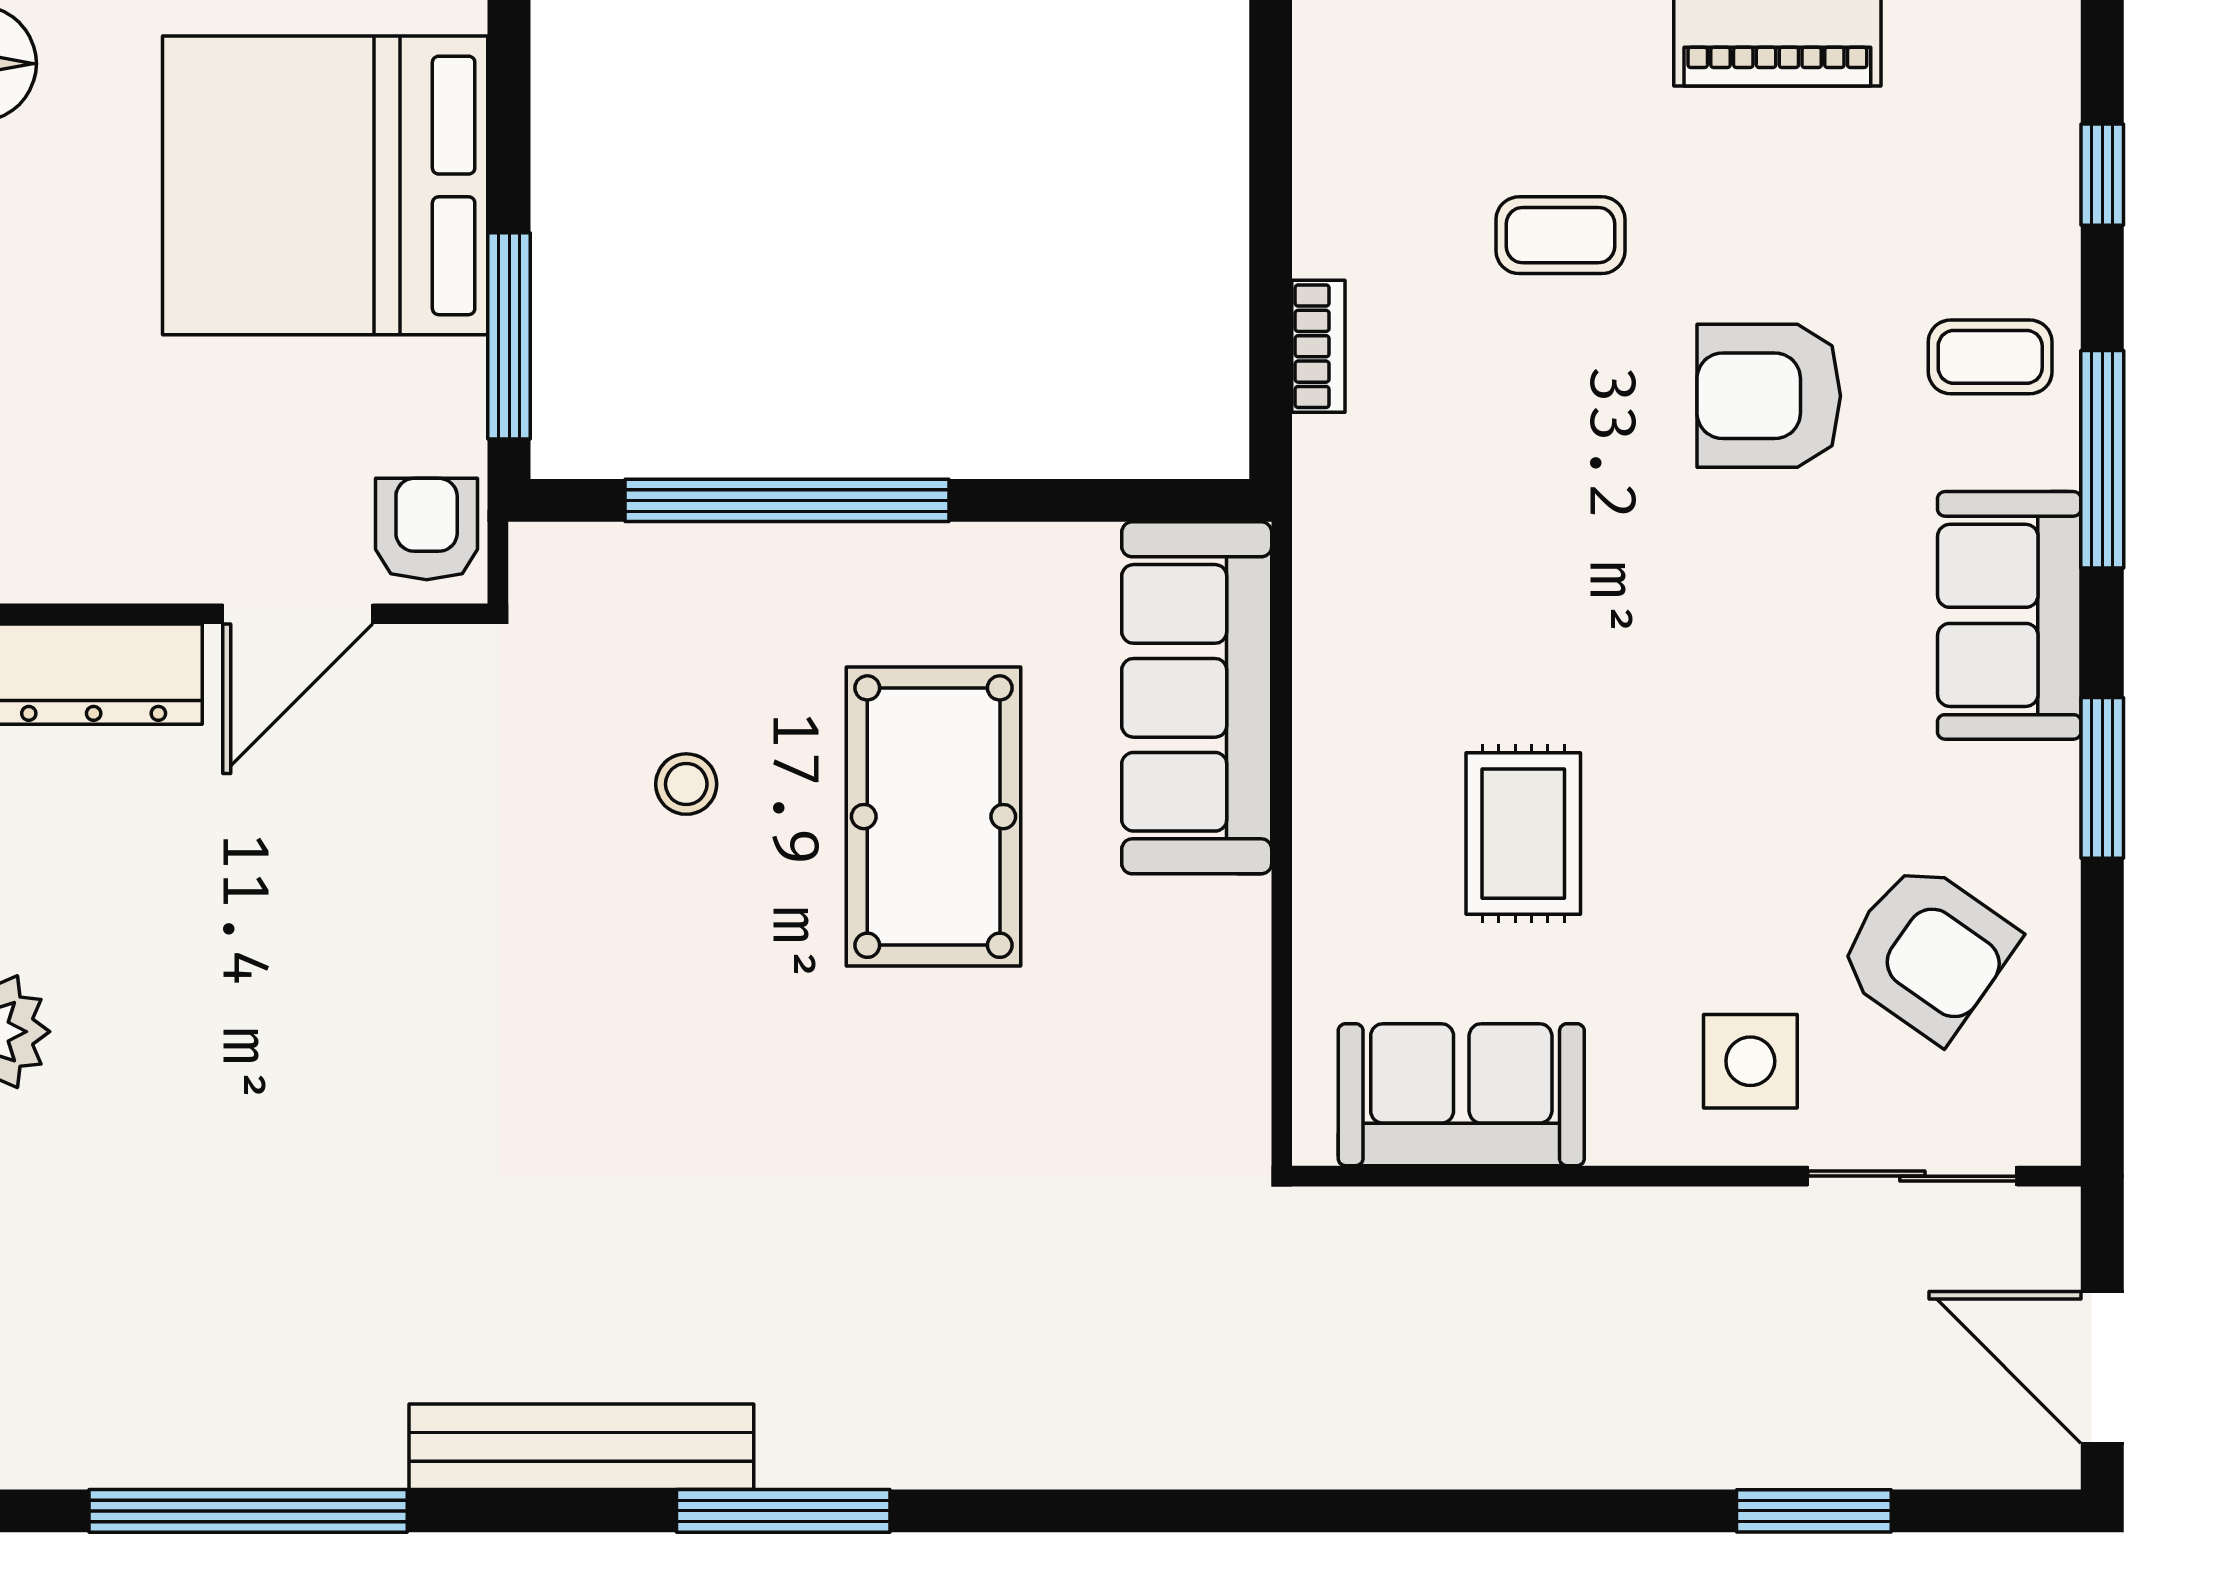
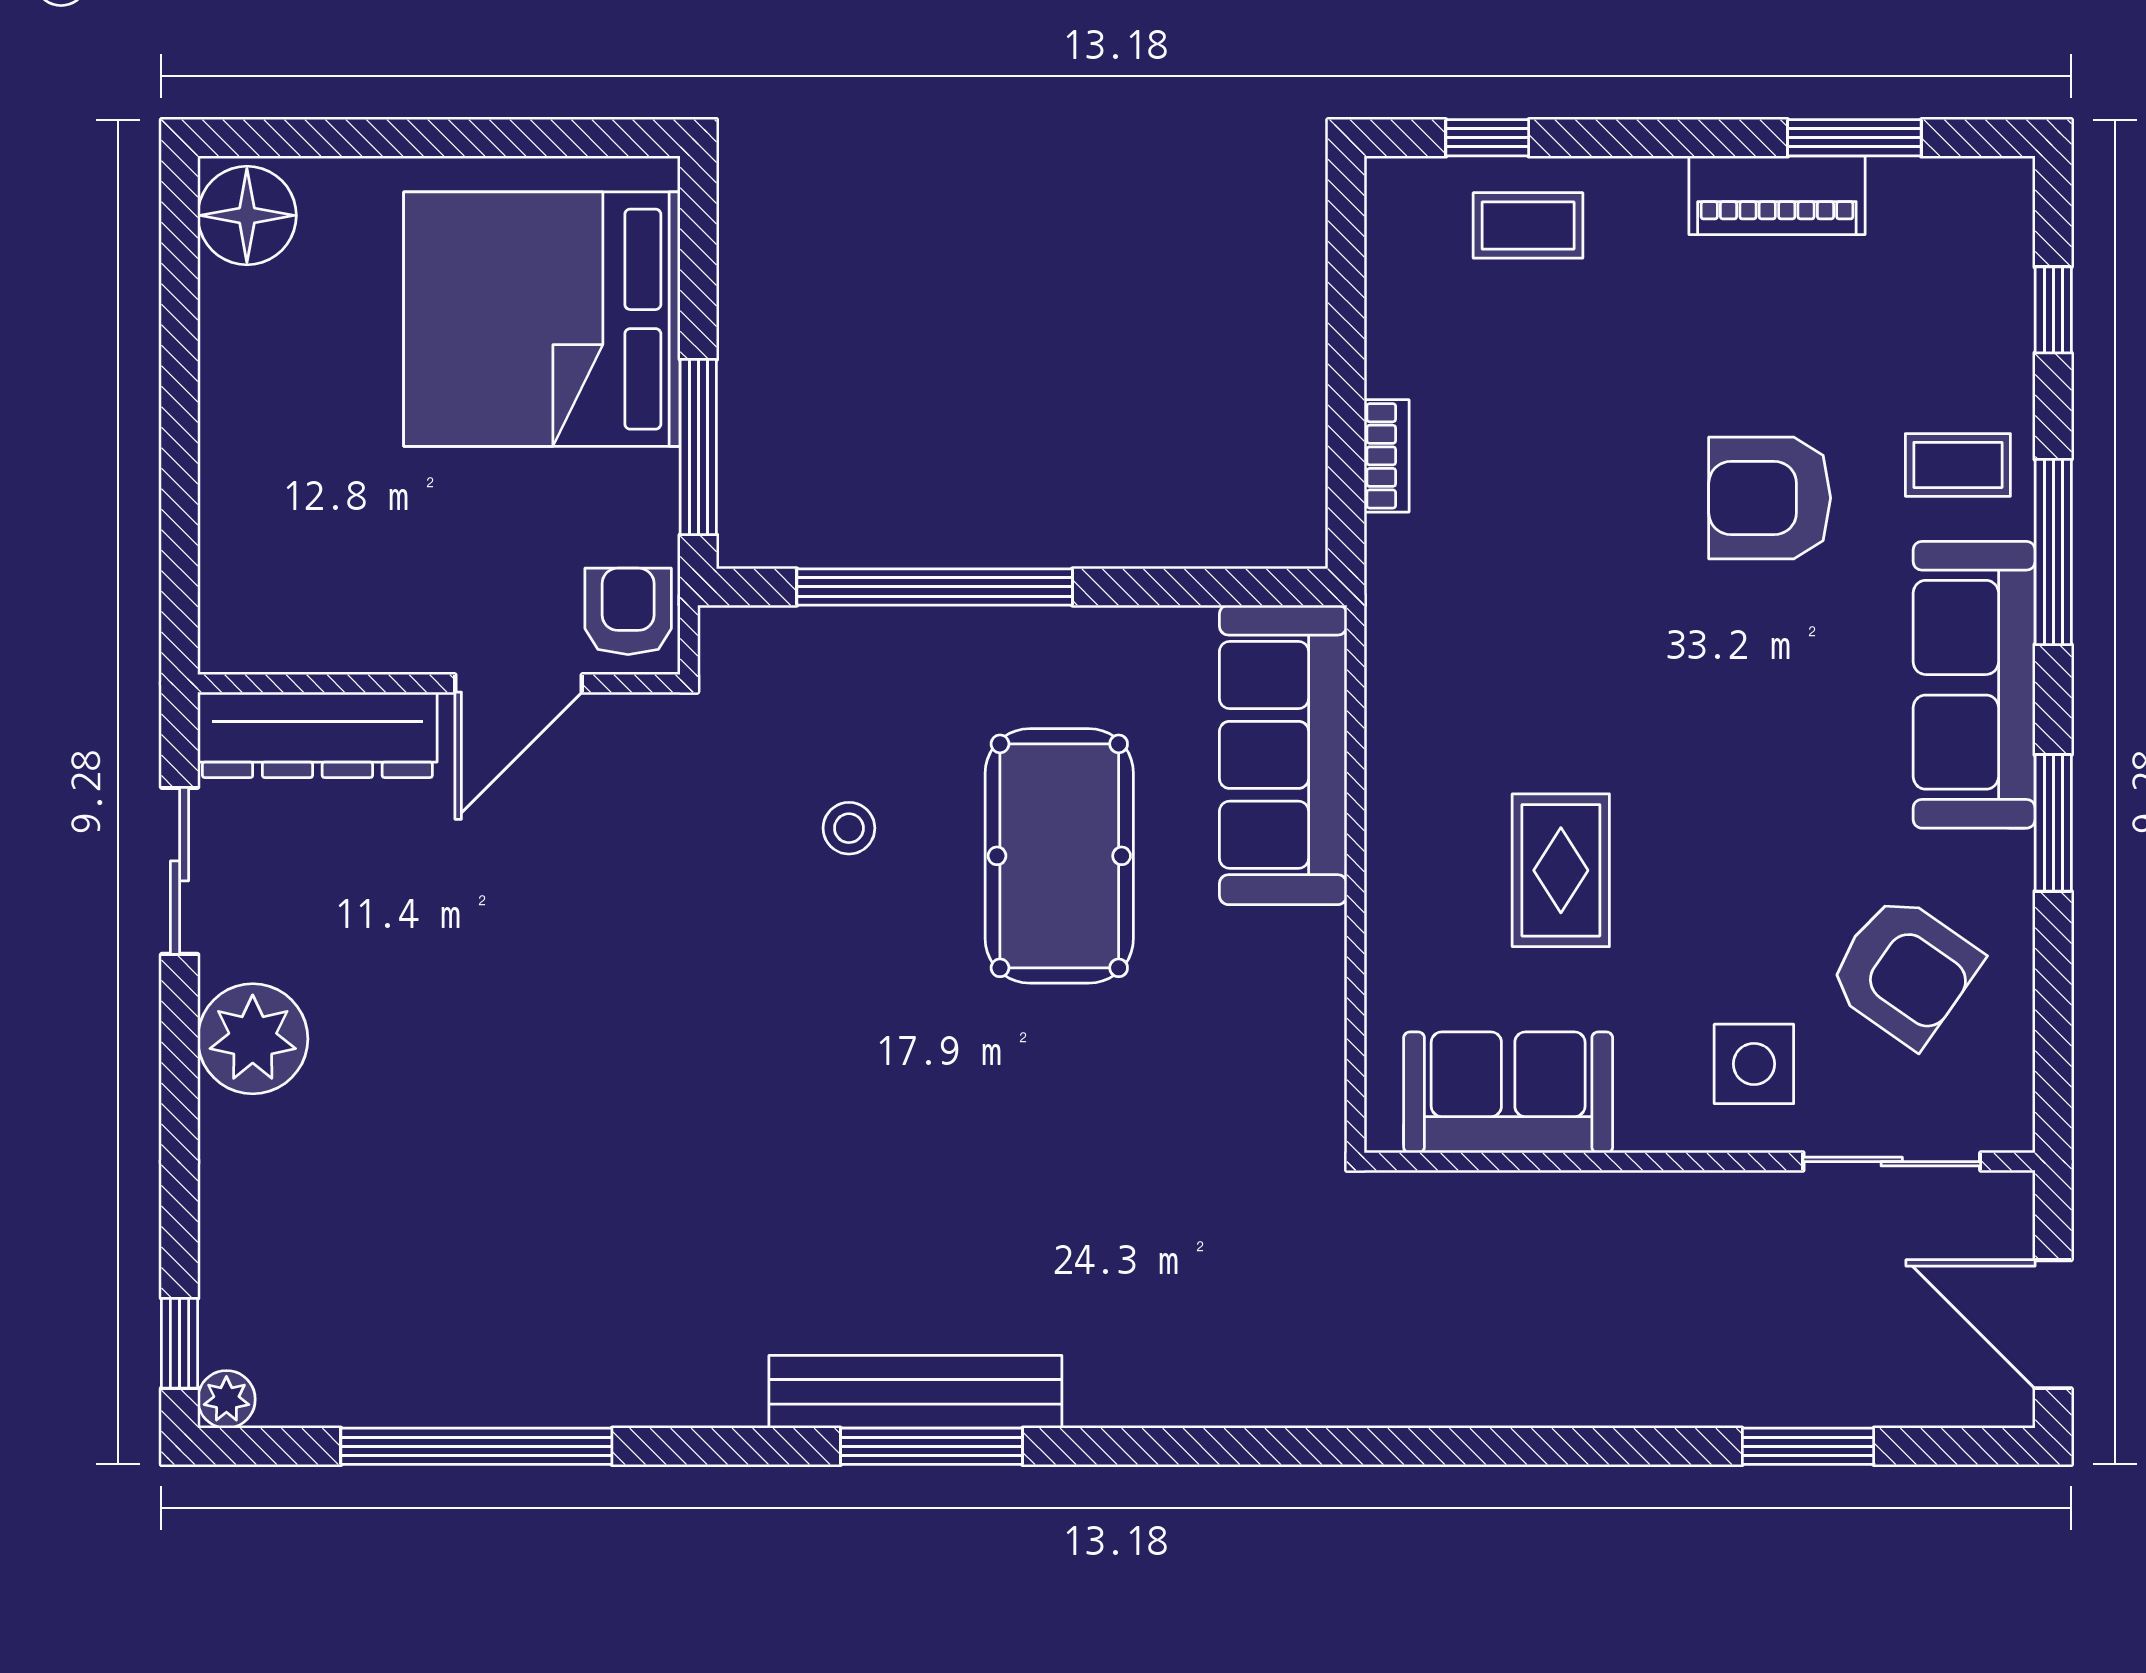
coffee table: (1561, 235) -> (1528, 225), moved
sofa: (2009, 615) -> (1974, 685), width x1.36
bench: (581, 1447) -> (915, 1392), moved

